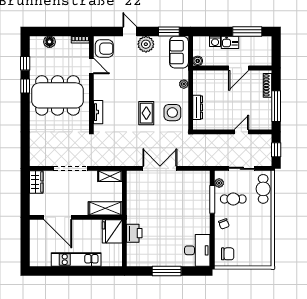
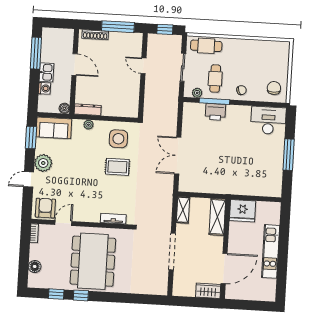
dresser: (198, 107) -> (88, 110), moved
wardrobe: (36, 182) -> (208, 291), moved
printer: (134, 233) -> (215, 112), moved, turned 180

